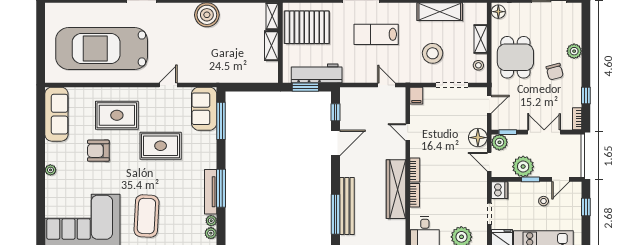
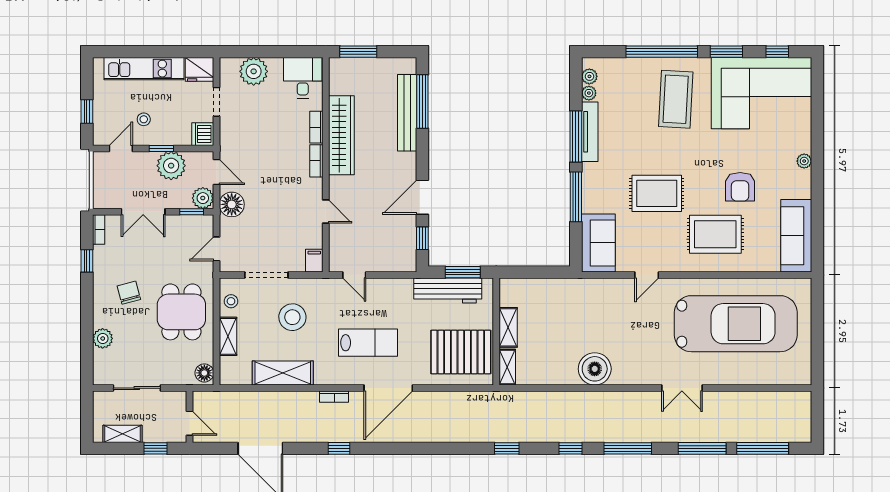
plant: (574, 51) -> (103, 338), moved
window: (221, 121) -> (576, 197), moved
armchair: (98, 151) -> (740, 187), turned 90

